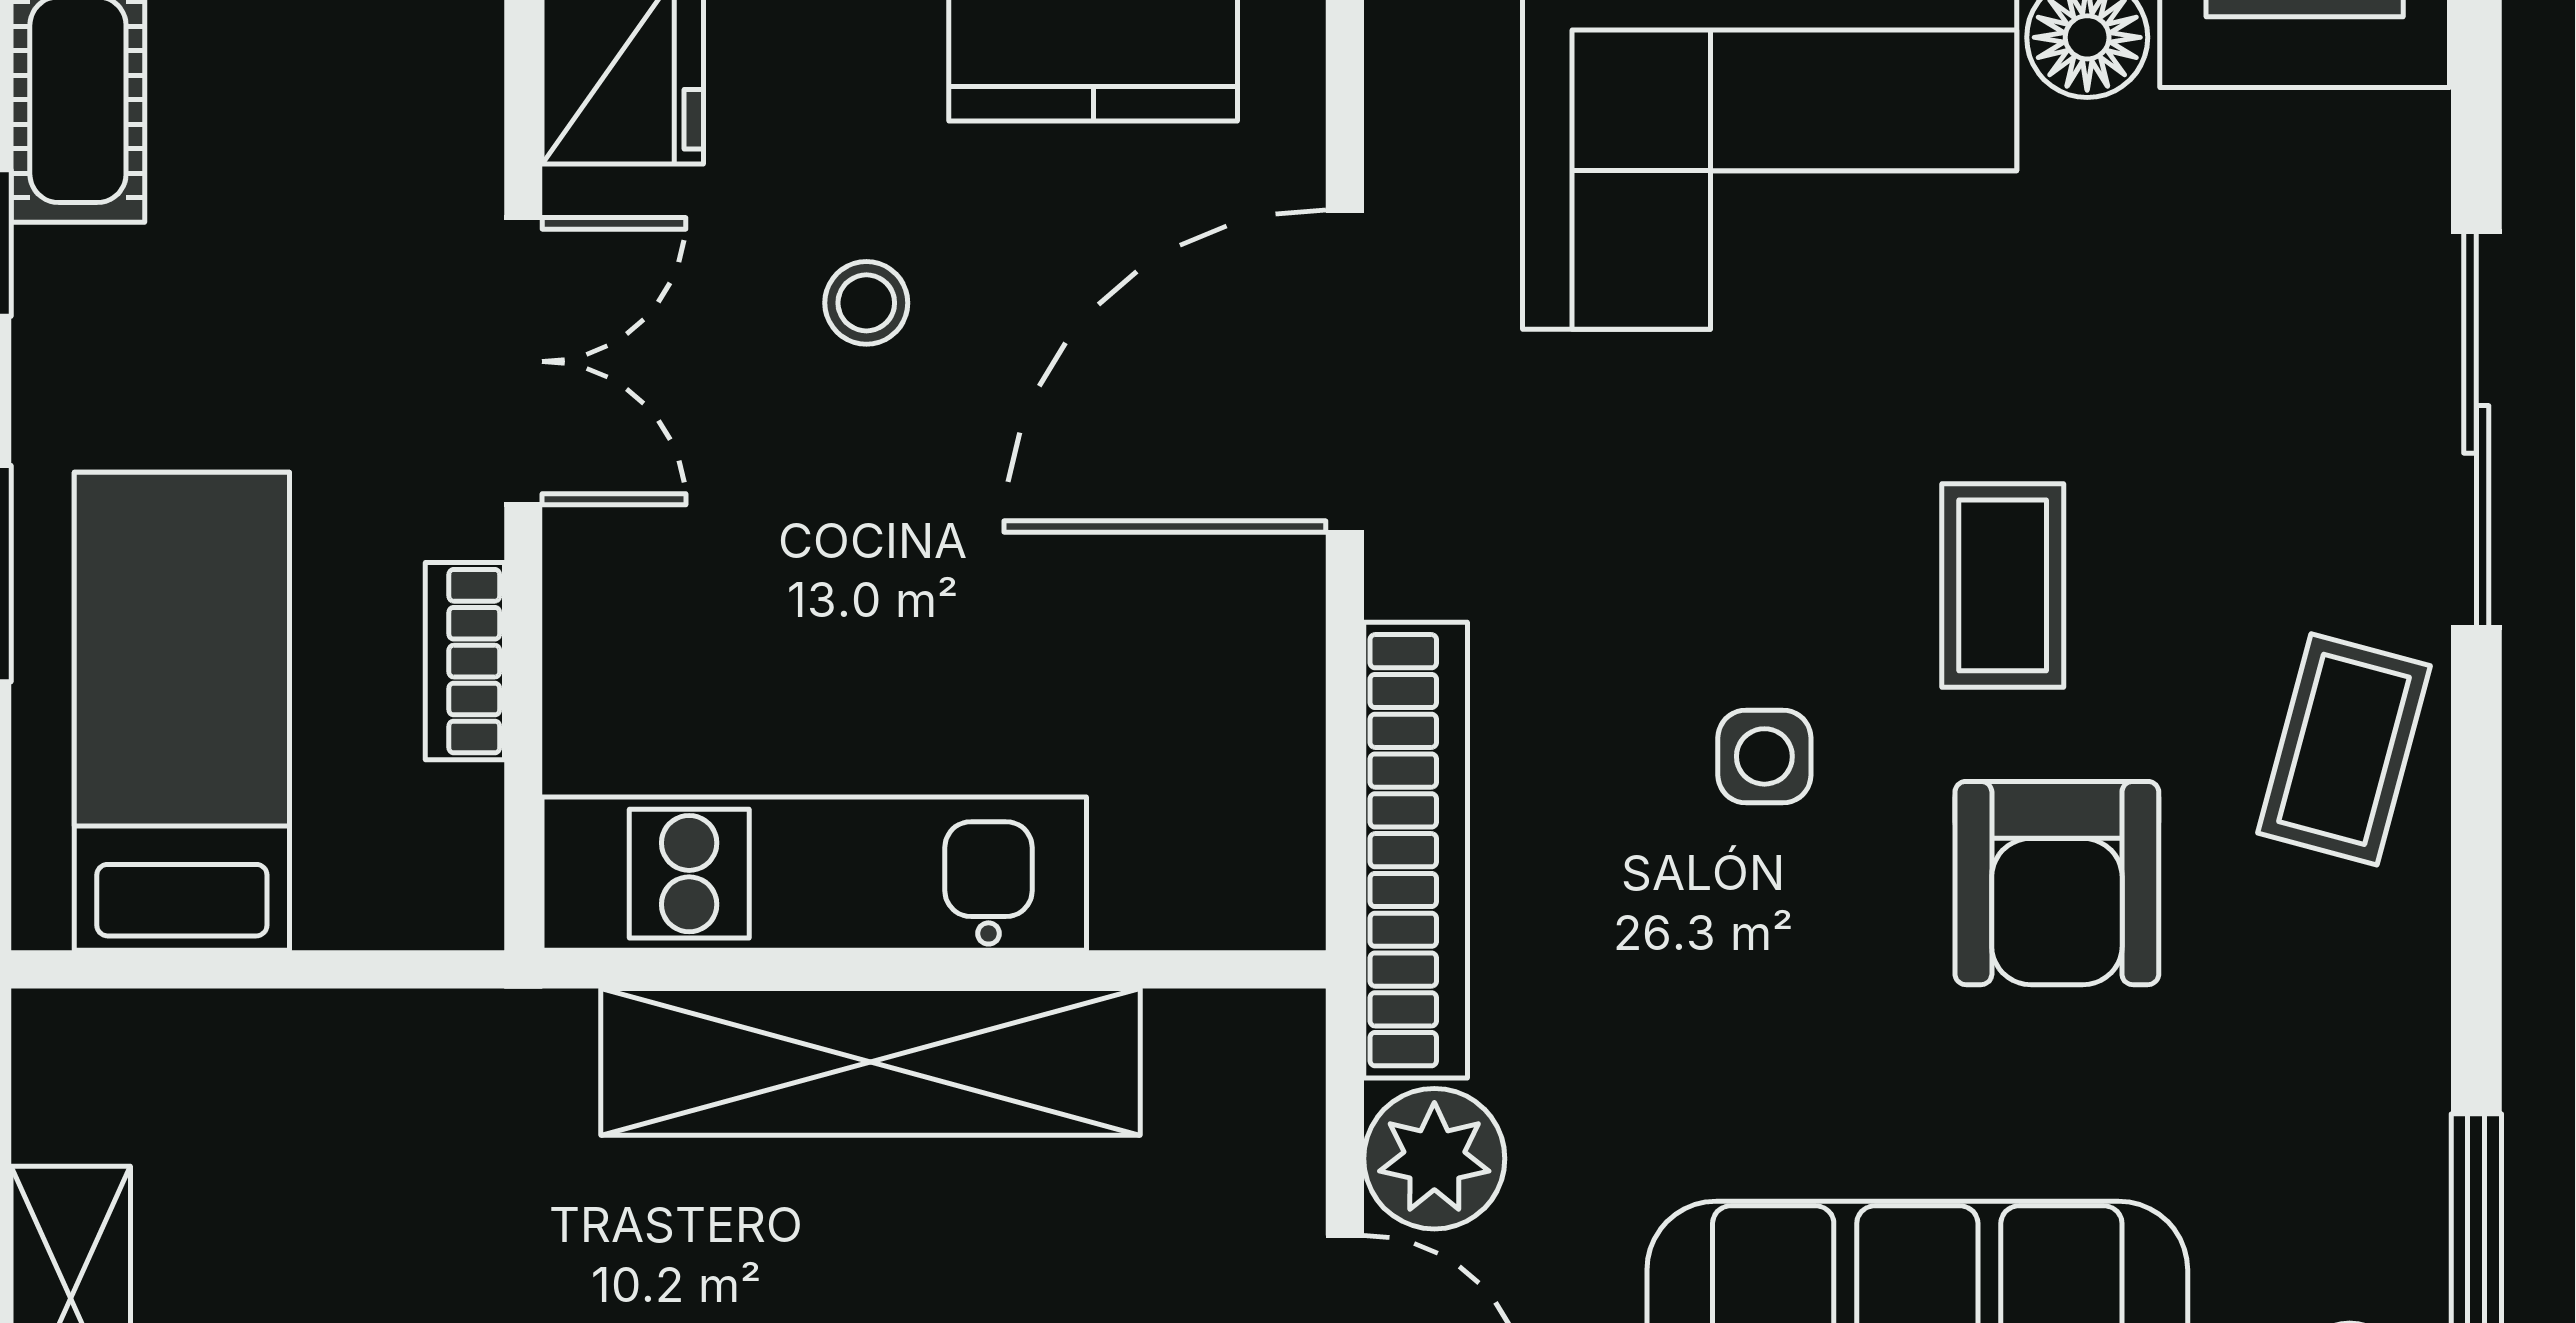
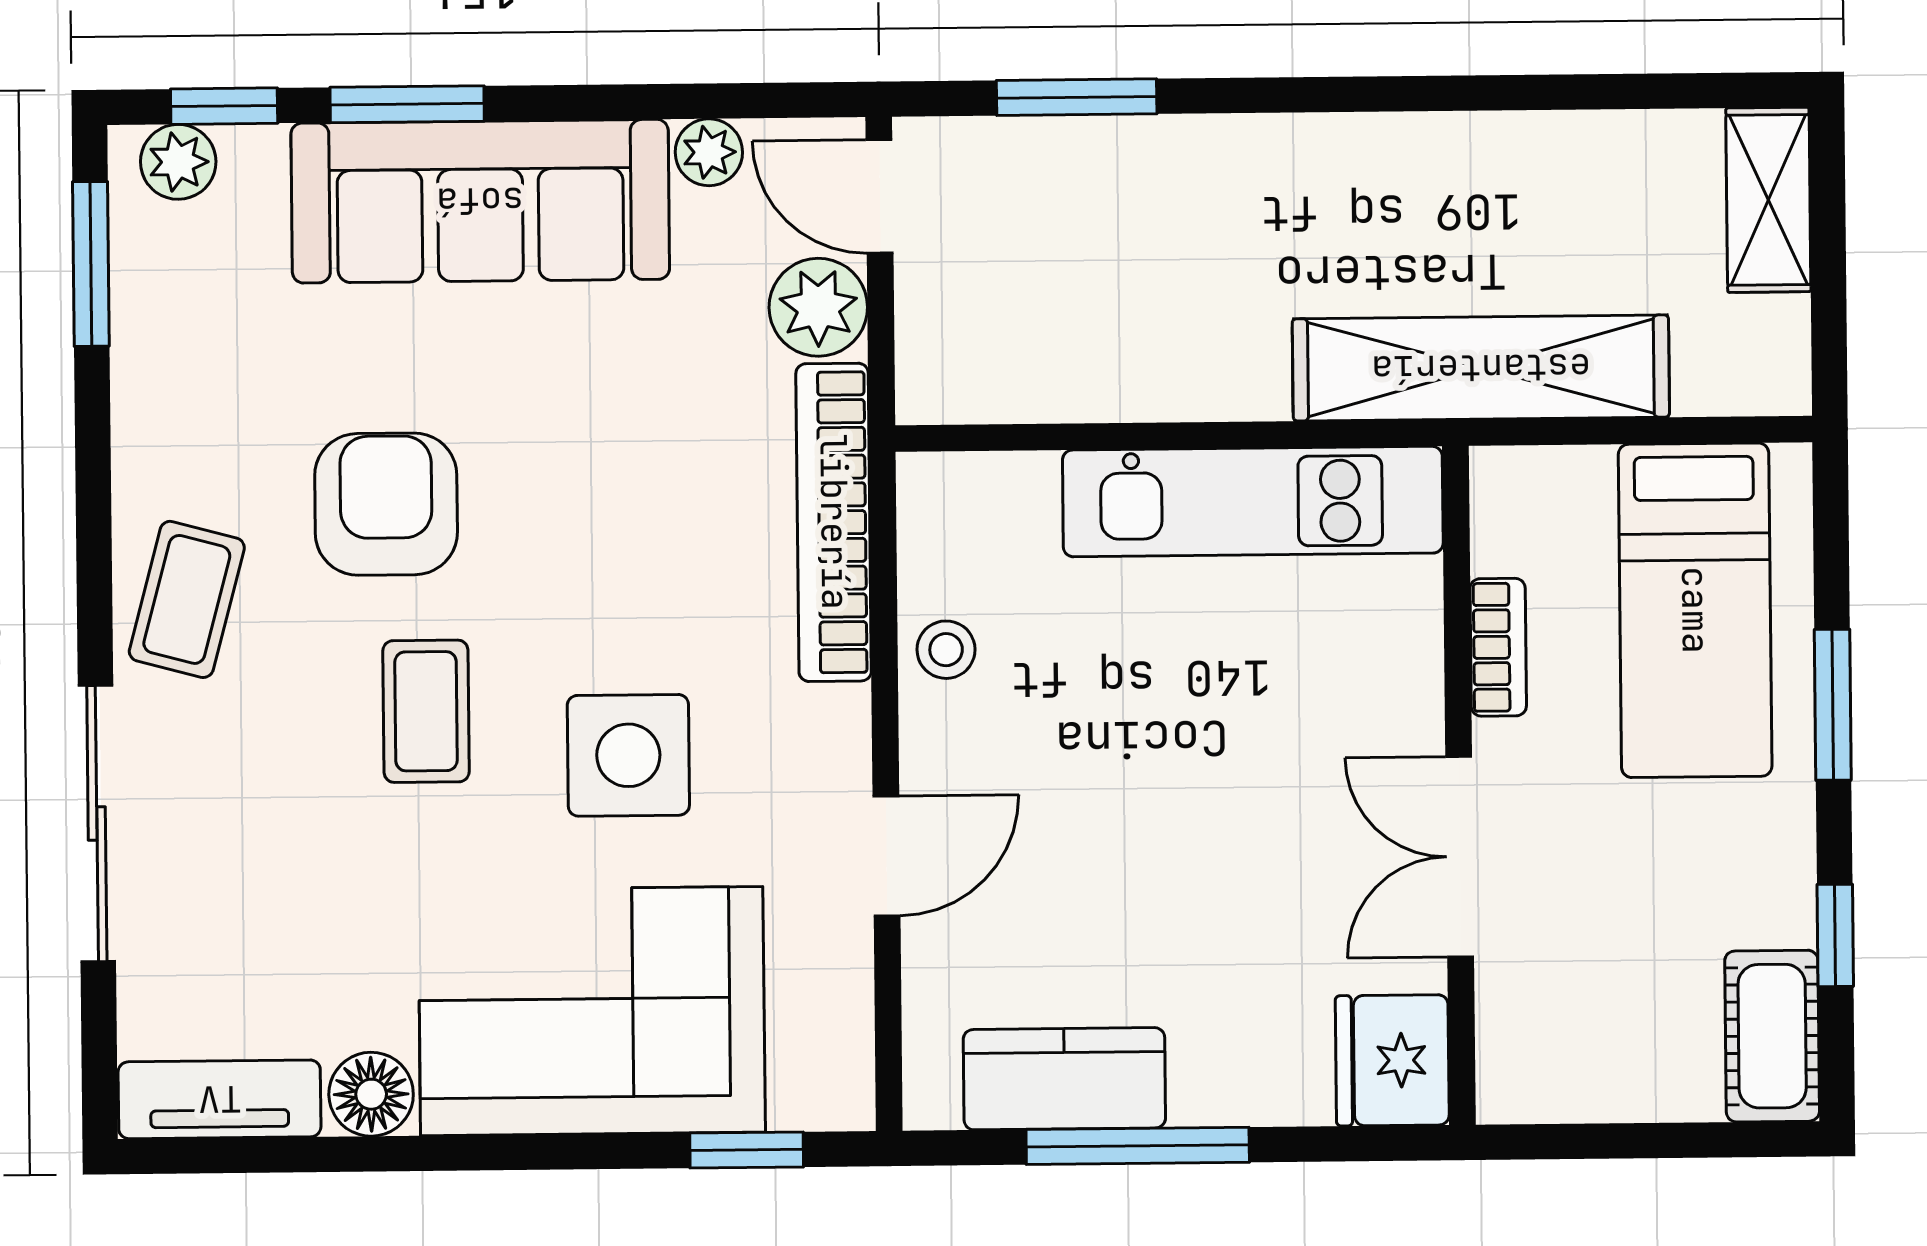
stool: (866, 303) -> (946, 650), moved
door: (1345, 371) -> (886, 856), width x0.53
side table: (1764, 756) -> (628, 755), moved, width x1.87, depth x1.87
shelving: (871, 1062) -> (1481, 368), moved

